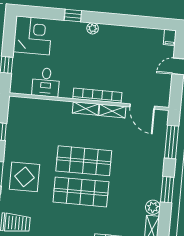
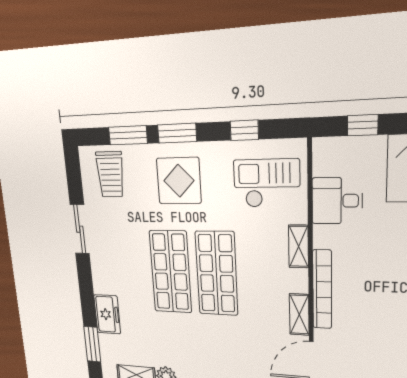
shelving: (86, 108) -> (298, 246), moved
checkout: (32, 122) -> (267, 183), added

